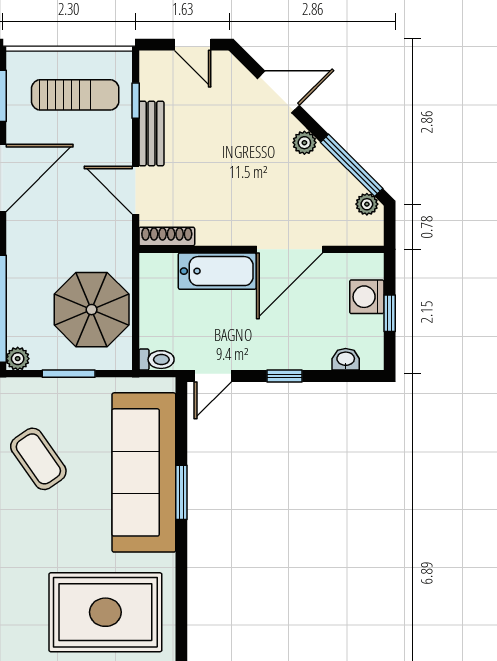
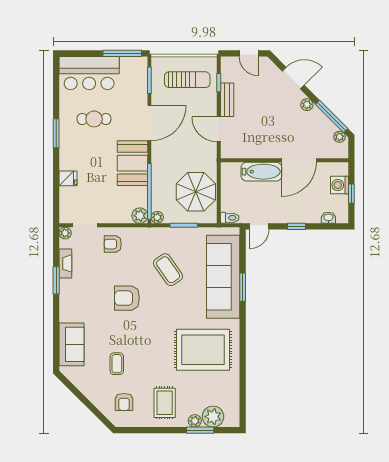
shoe rack: (167, 236) -> (235, 154), removed

